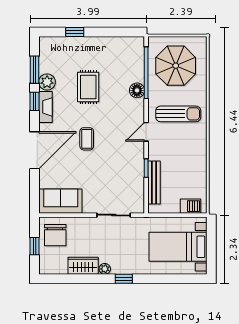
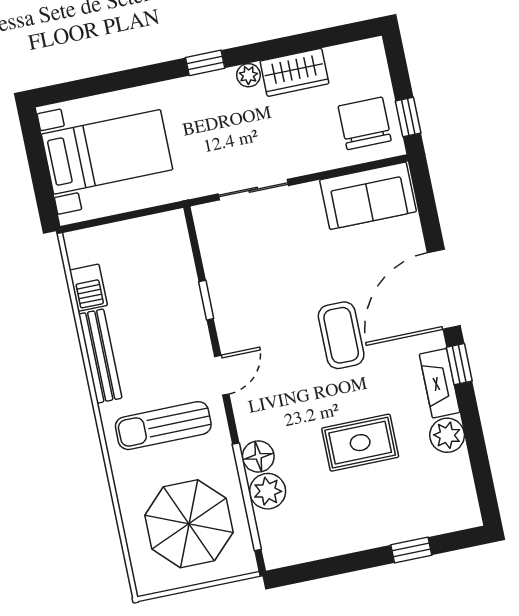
window: (34, 70) -> (478, 455), removed
plant: (136, 73) -> (268, 491), added
rug: (88, 87) -> (360, 443), turned 90
window: (34, 101) -> (459, 364), moved
coffee table: (87, 139) -> (341, 335), width x1.36, depth x1.30
bench: (154, 183) -> (100, 356), moved
barbecue: (190, 206) -> (88, 288), moved, turned -90
window: (34, 246) -> (408, 117), moved

